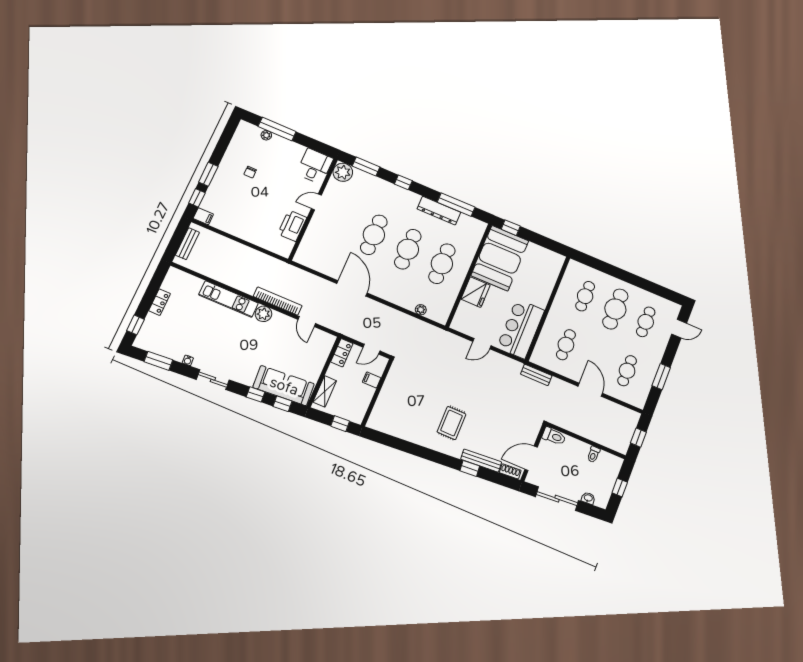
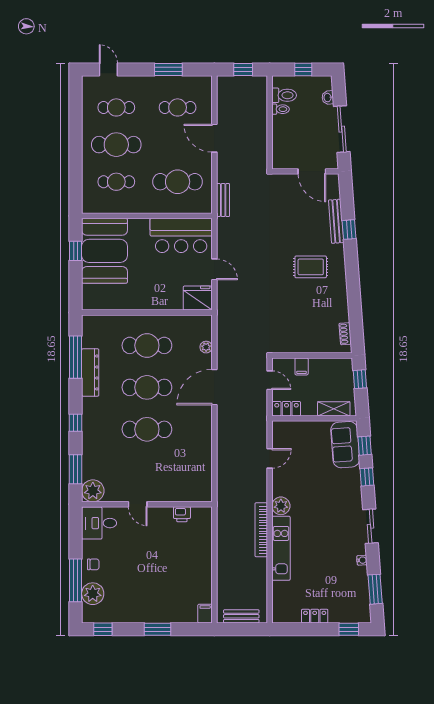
plant: (266, 135) -> (93, 594), width x1.87, depth x1.87
chair: (250, 172) -> (93, 564), moved
window: (197, 198) -> (103, 629), moved
printer: (292, 226) -> (182, 514), width x0.53, depth x0.68
window: (511, 228) -> (76, 251), moved
booth: (500, 258) -> (105, 251), moved, turned 90
door: (352, 288) -> (214, 387), moved
fridge: (476, 292) -> (198, 298), moved
bookcase: (278, 301) -> (261, 530), moved
cafe table: (566, 345) -> (178, 182), width x1.37, depth x1.35
sofa: (284, 386) -> (345, 445), width x0.73
door: (590, 390) -> (214, 138), hinge flipped
toilet: (554, 436) -> (284, 95), moved, turned 90
shoe rack: (510, 471) -> (345, 334), moved

